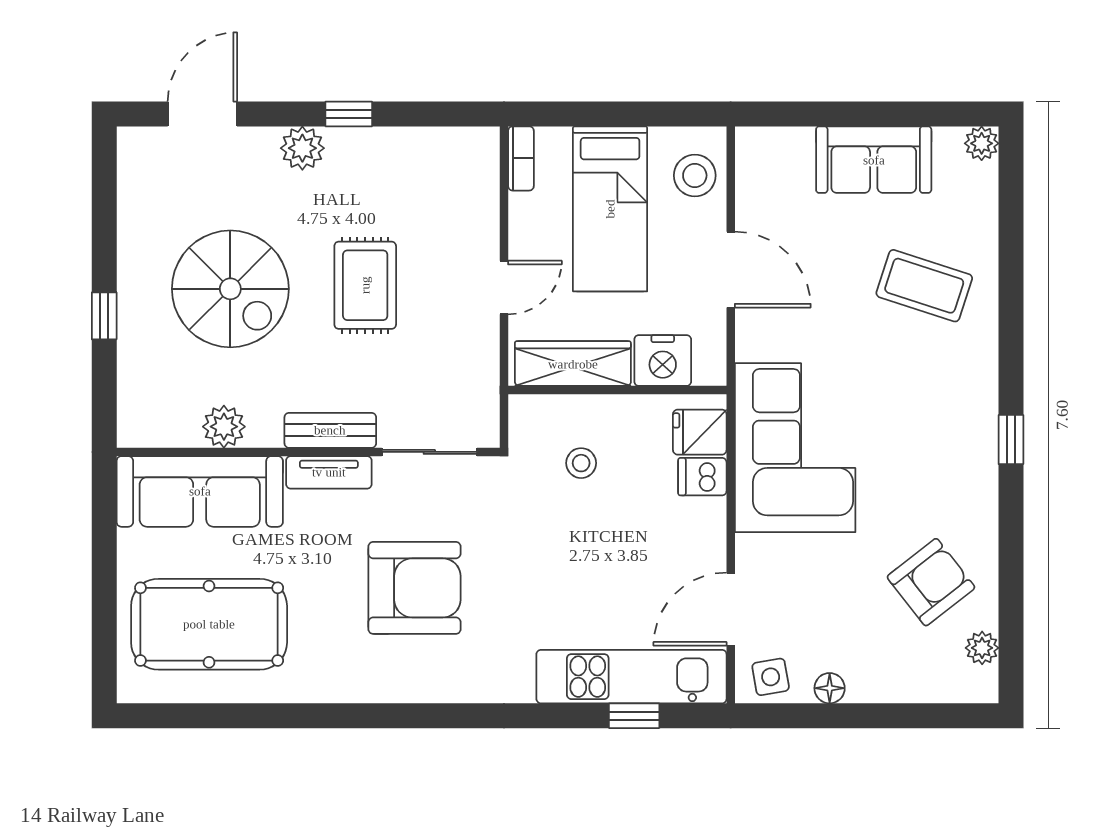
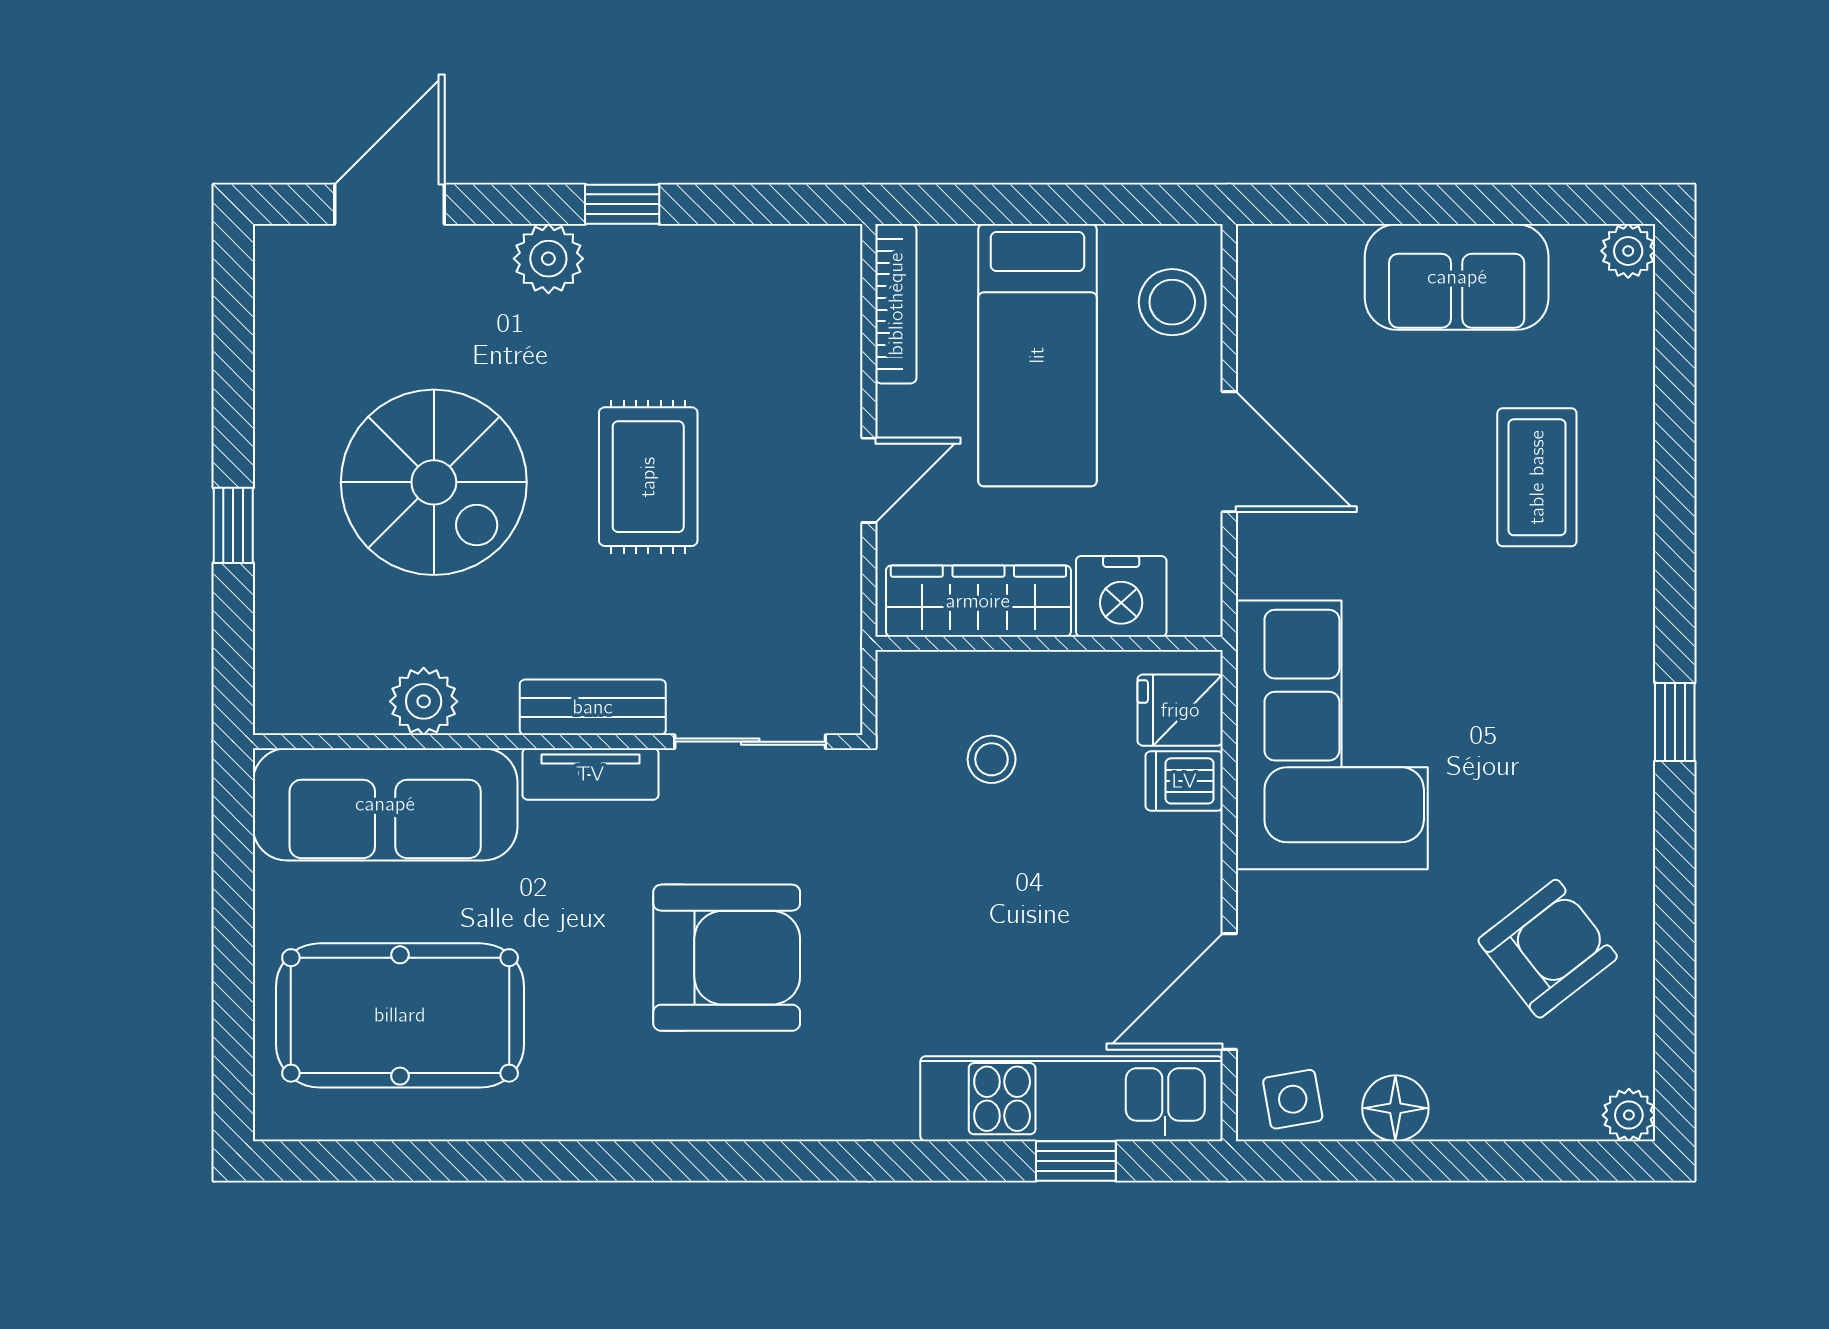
bookcase: (521, 158) -> (896, 304), width x1.56
coffee table: (924, 286) -> (1537, 477), turned 72
plant: (982, 648) -> (1629, 1115), moved
floor lamp: (830, 688) -> (1395, 1108), width x1.37, depth x1.37

